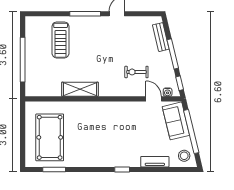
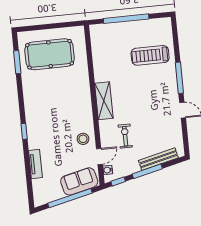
bench: (161, 37) -> (158, 159), width x1.36
shelving: (80, 89) -> (104, 101), moved
stool: (184, 156) -> (83, 139), moved

